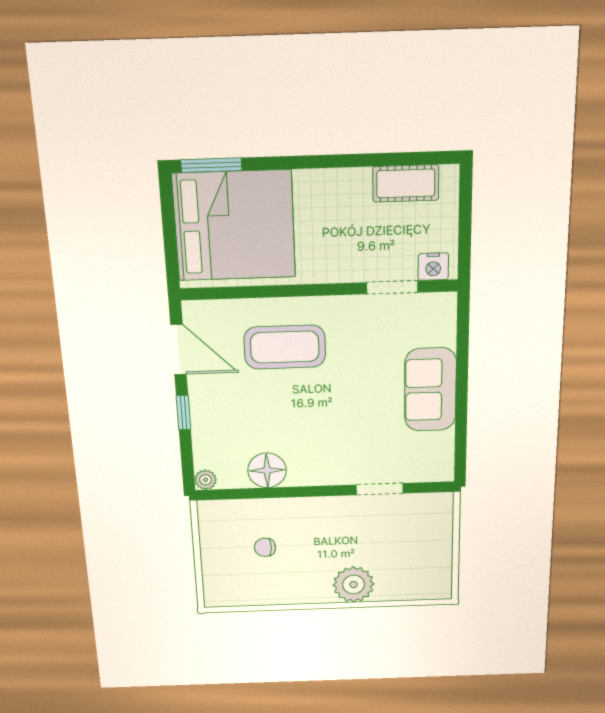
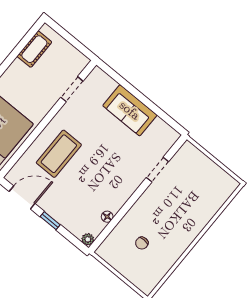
nightstand: (433, 267) -> (77, 66), removed
floor lamp: (267, 470) -> (107, 217), width x0.53, depth x0.53
plant: (354, 585) -> (195, 221), removed

